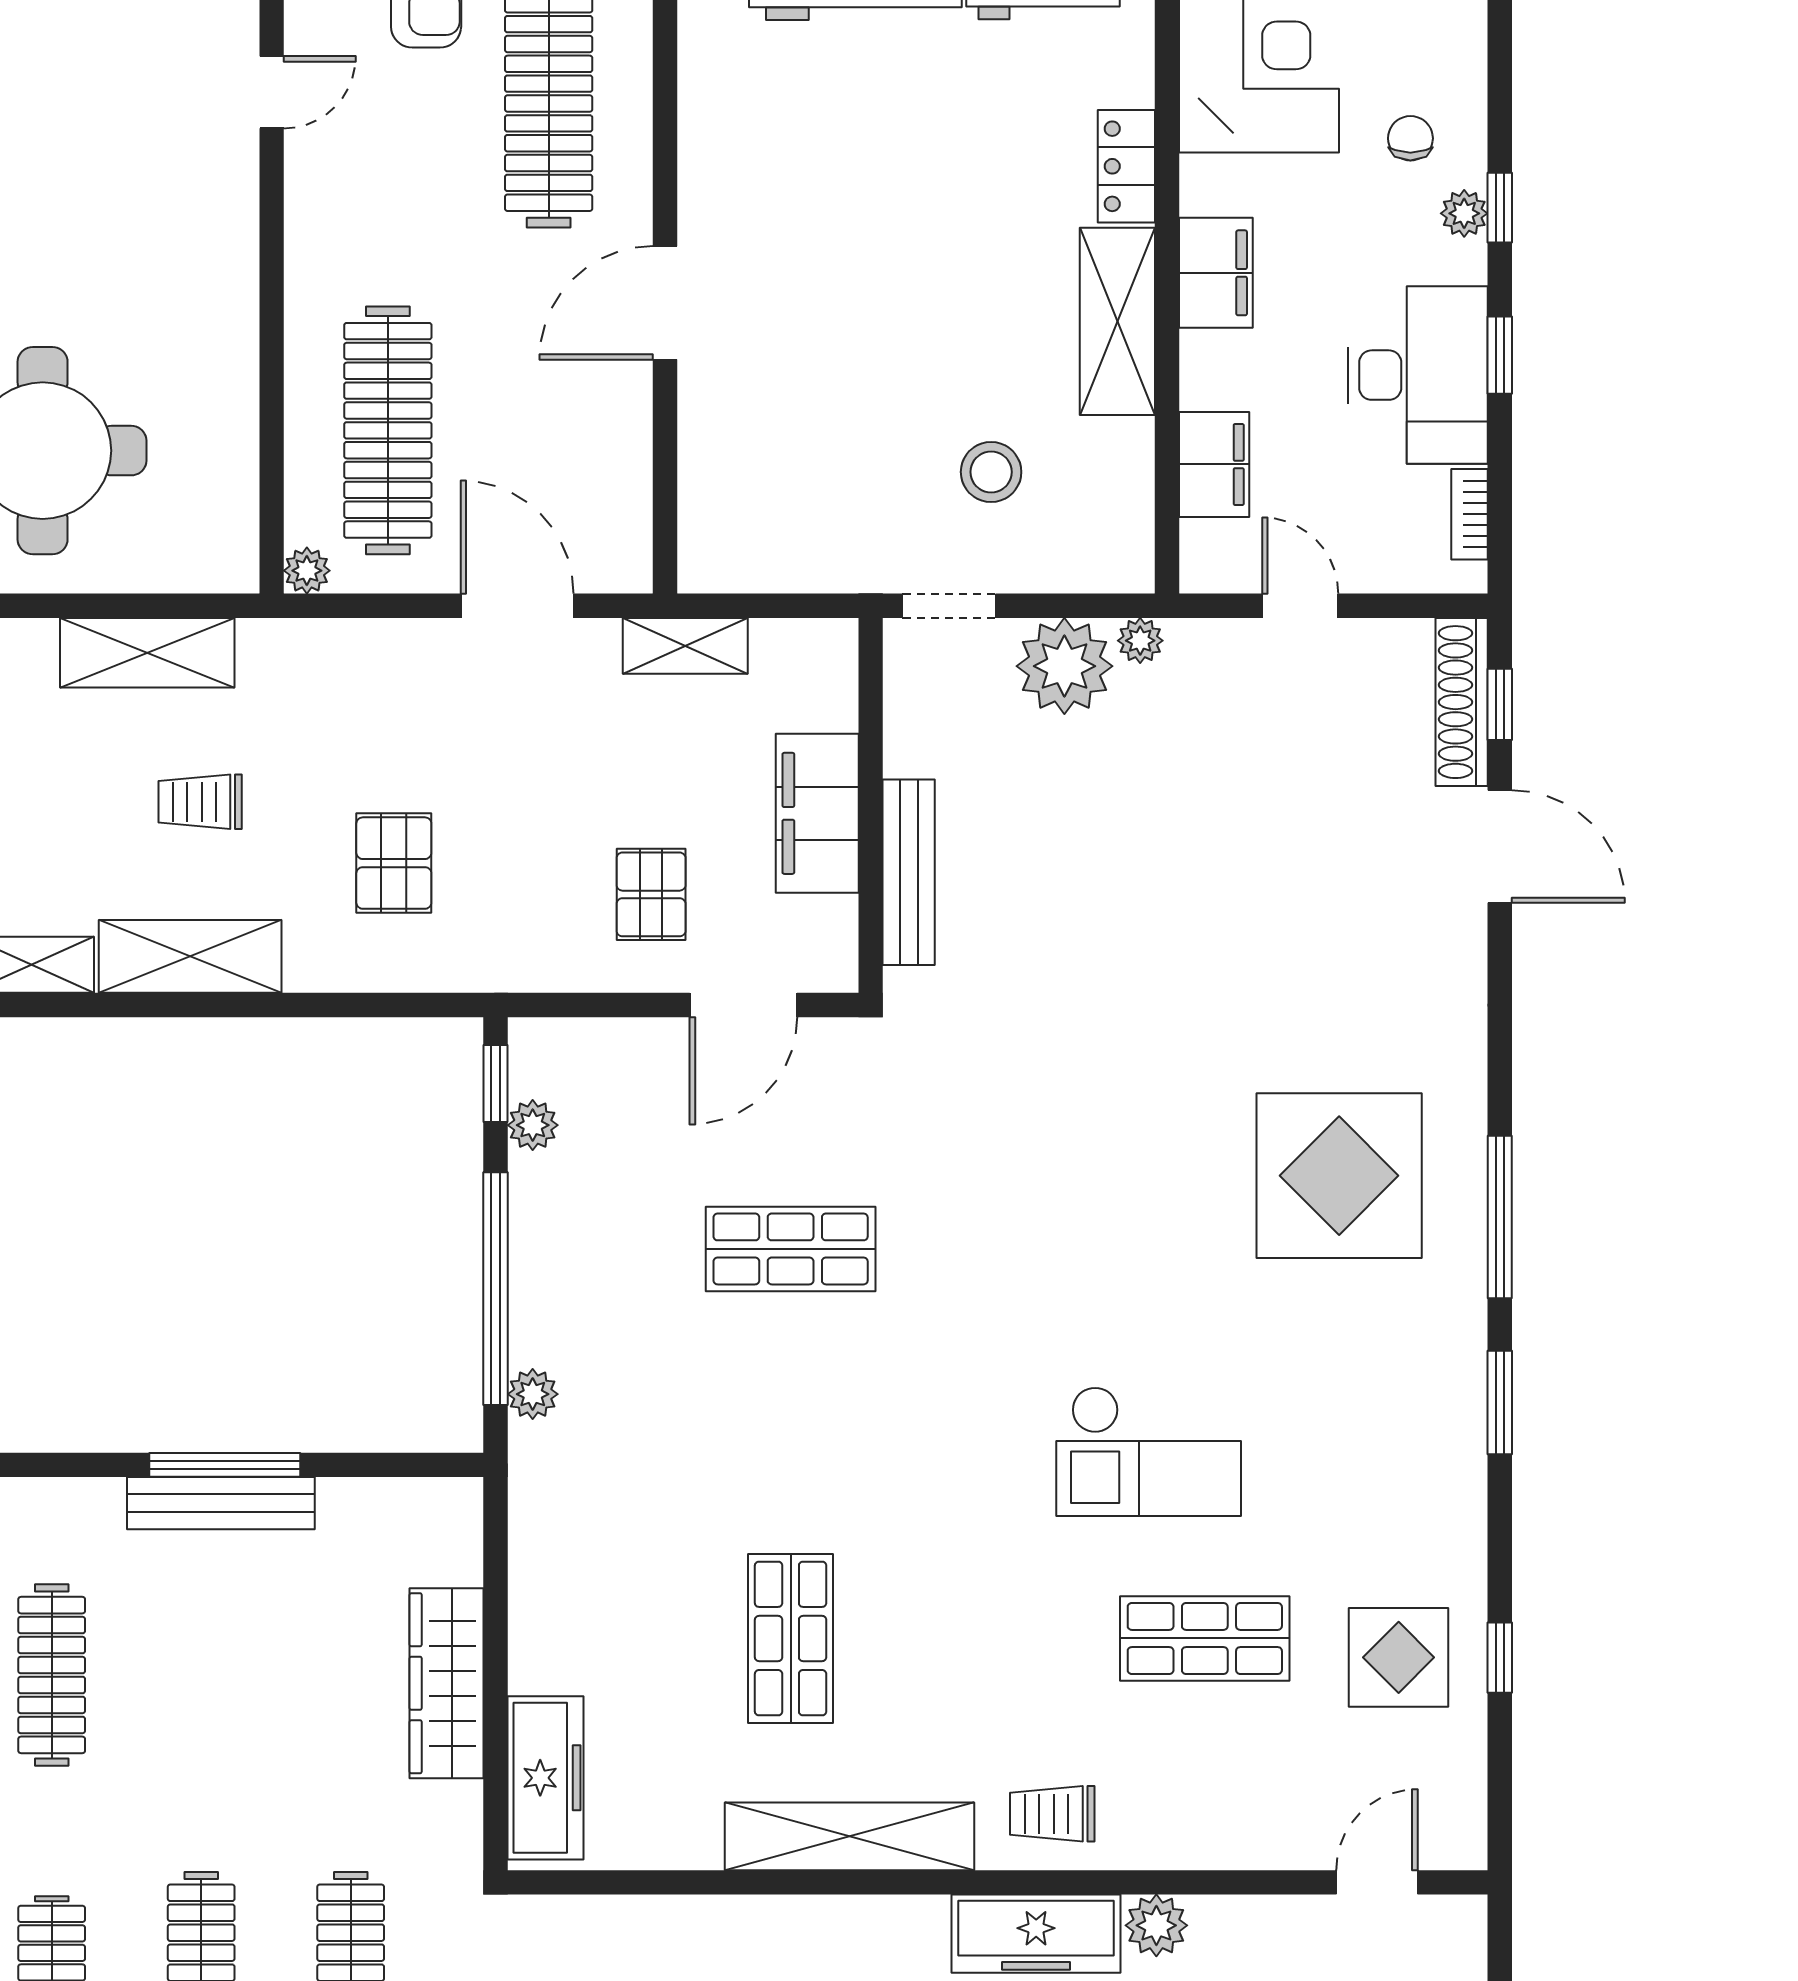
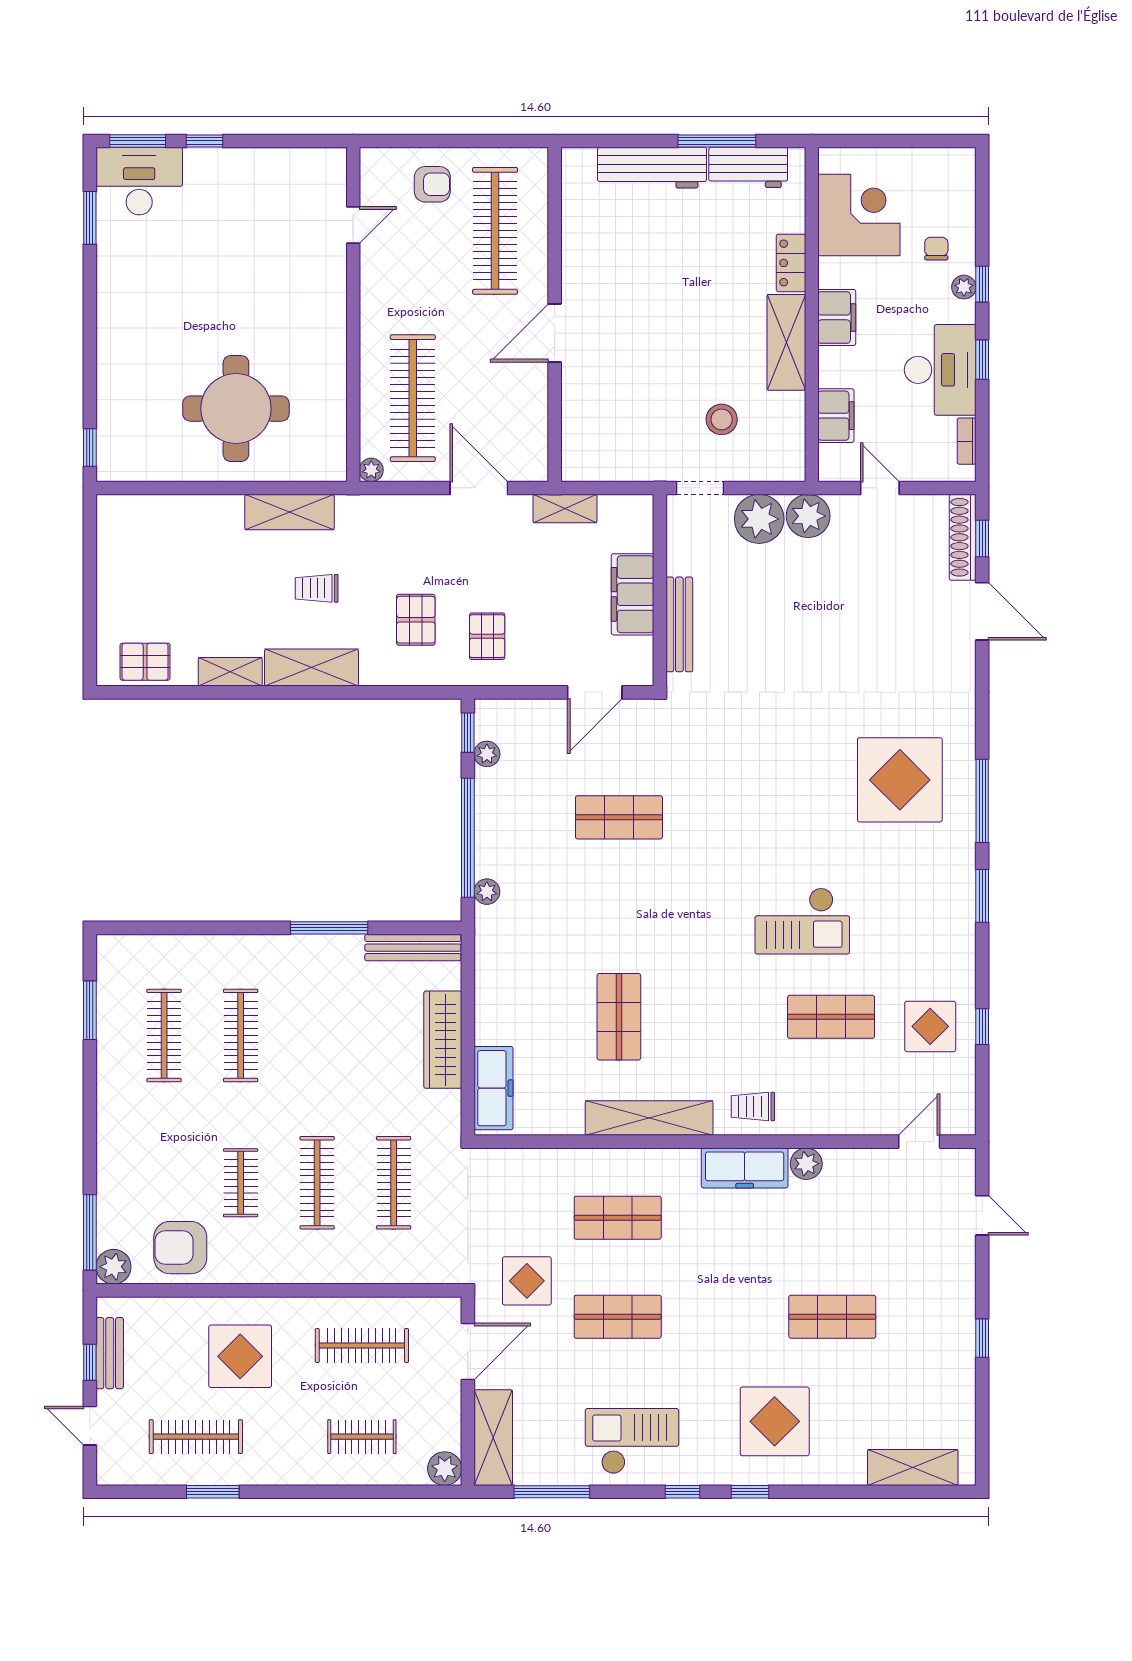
plant: (1140, 641) -> (808, 516), width x1.88, depth x1.88
pallet: (651, 894) -> (487, 636), moved
bench: (221, 1503) -> (413, 948), moved

